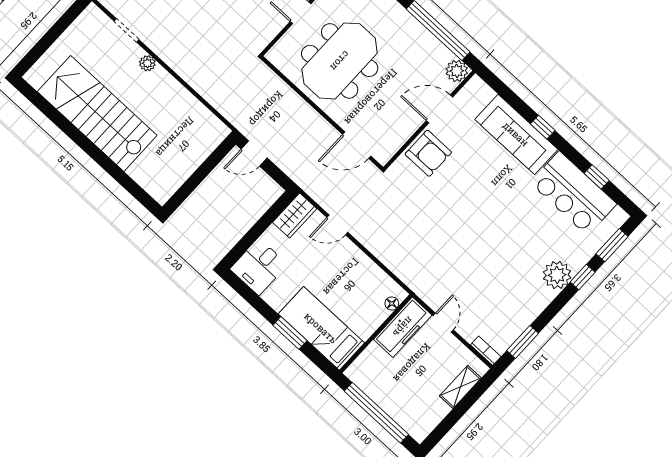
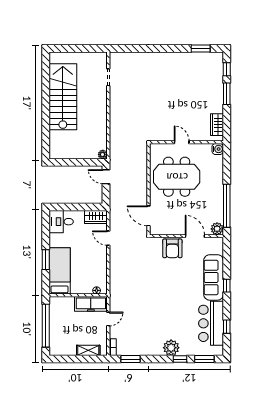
plant: (147, 63) -> (103, 155), moved

